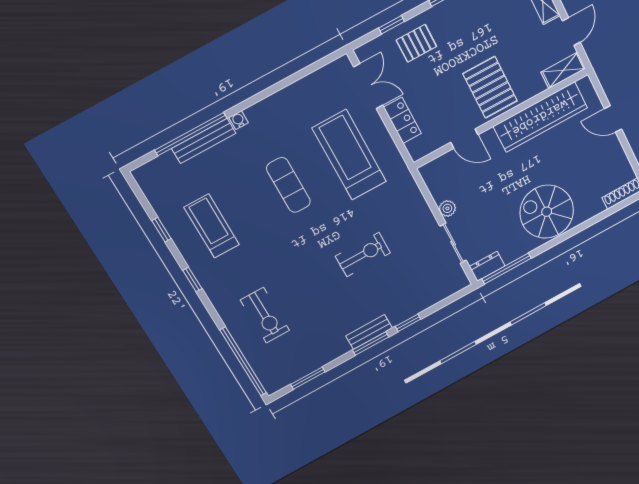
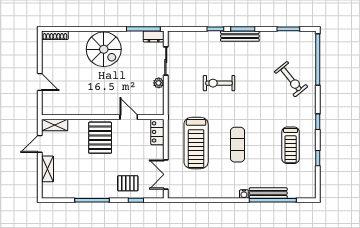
wardrobe: (540, 117) -> (80, 106), removed
locker: (402, 120) -> (157, 132), moved
exercise bike: (265, 315) -> (291, 79), turned 141
bench: (369, 332) -> (240, 36), width x1.36

